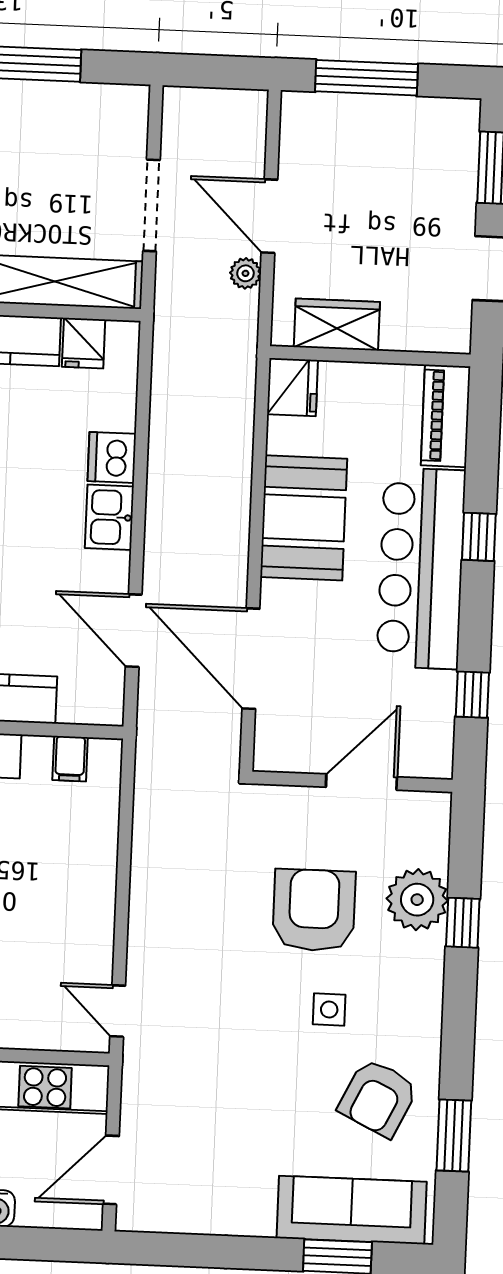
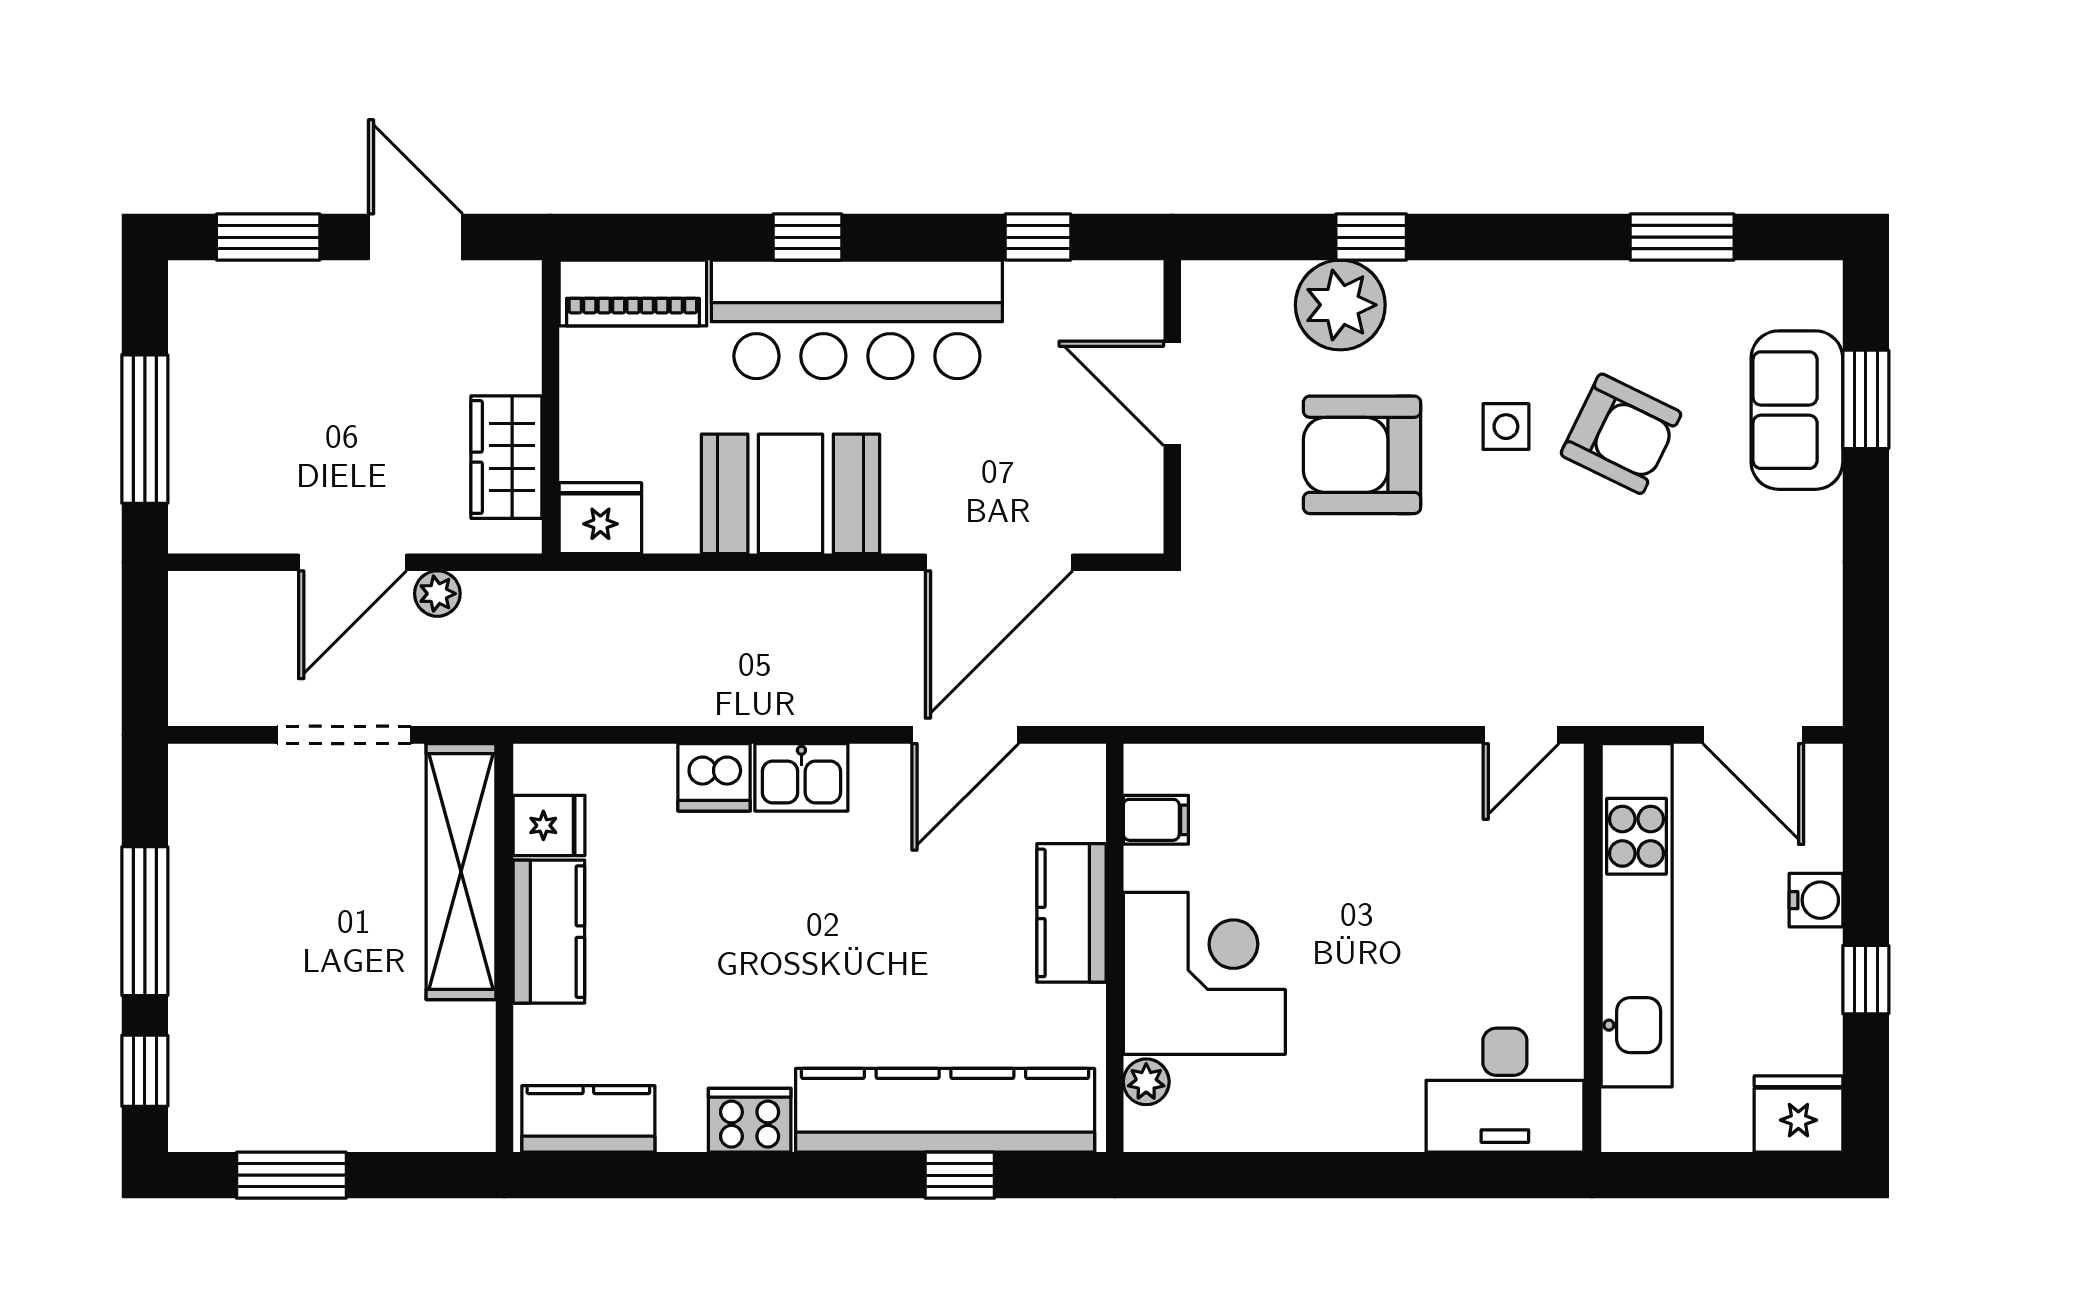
armchair: (378, 1098) -> (1621, 434), moved
sofa: (352, 1210) -> (1797, 410), width x0.73

